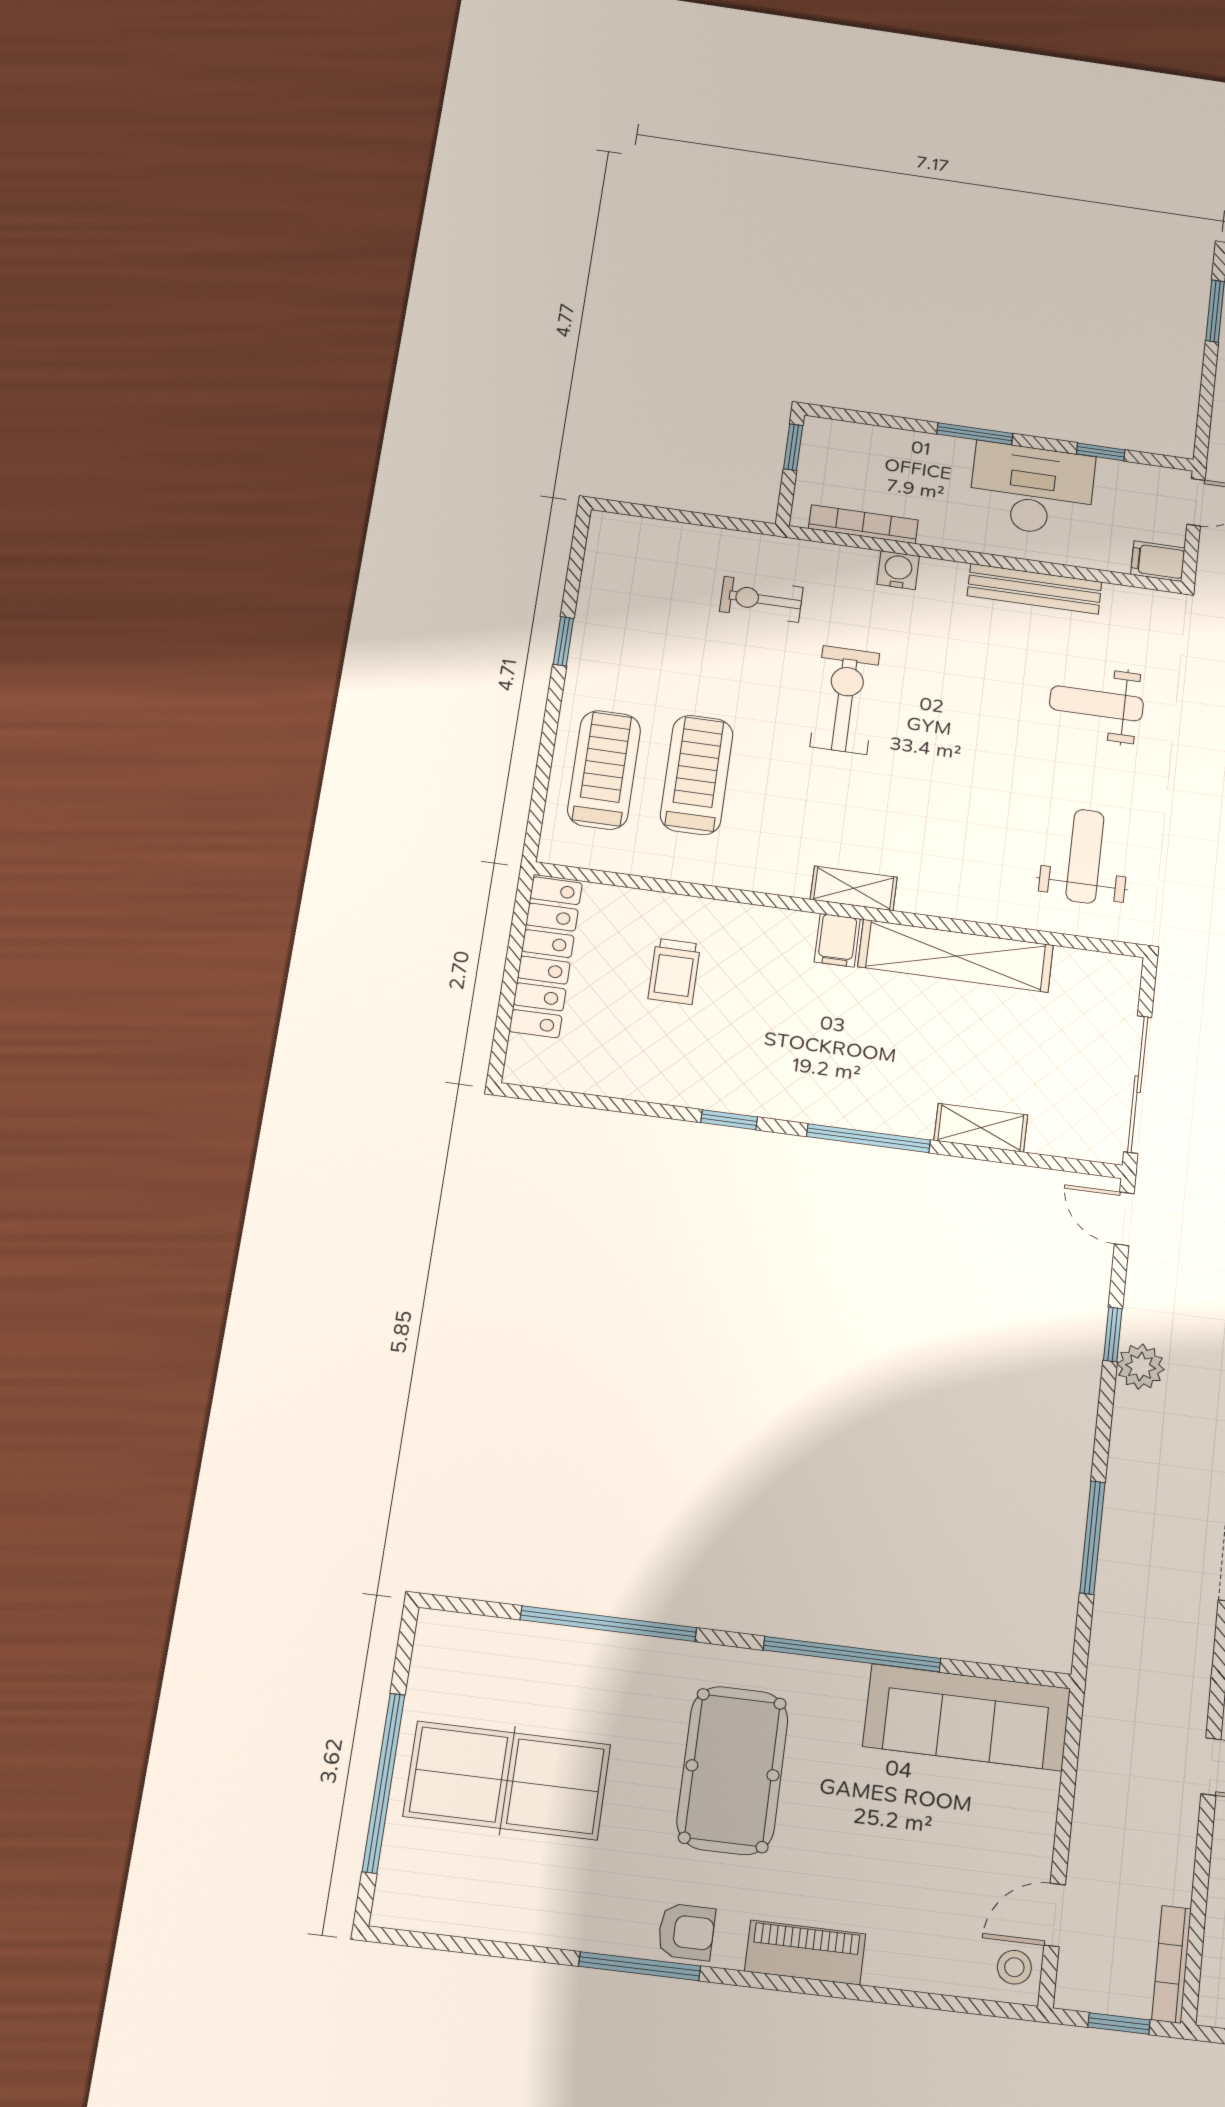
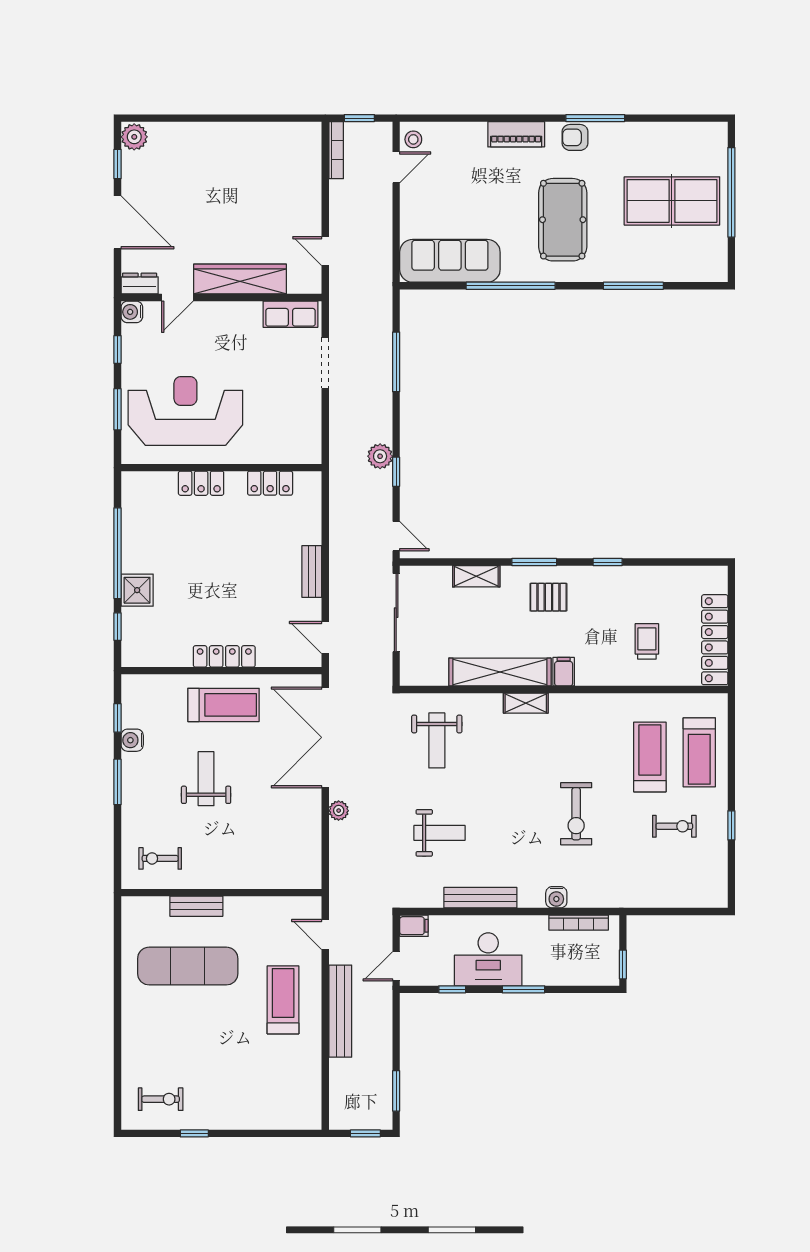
exercise bike: (761, 599) -> (674, 826), moved
treadmill: (697, 775) -> (650, 757), turned 180
shelving: (854, 888) -> (526, 703), moved
pallet: (849, 1073) -> (548, 597), added
window: (868, 1138) -> (534, 562), width x0.69
window: (609, 1624) -> (633, 286), width x0.68

